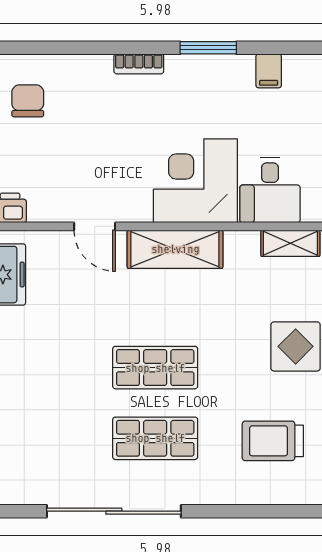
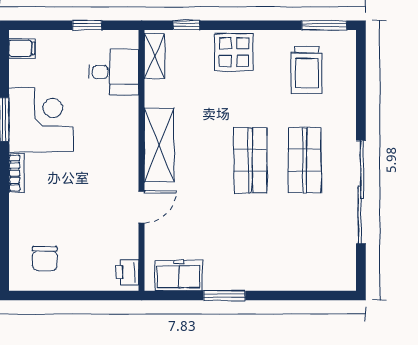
filing cabinet: (269, 71) -> (22, 48), moved
chair: (28, 101) -> (45, 258), turned -90
corner desk: (195, 181) -> (41, 120), moved, turned 180

